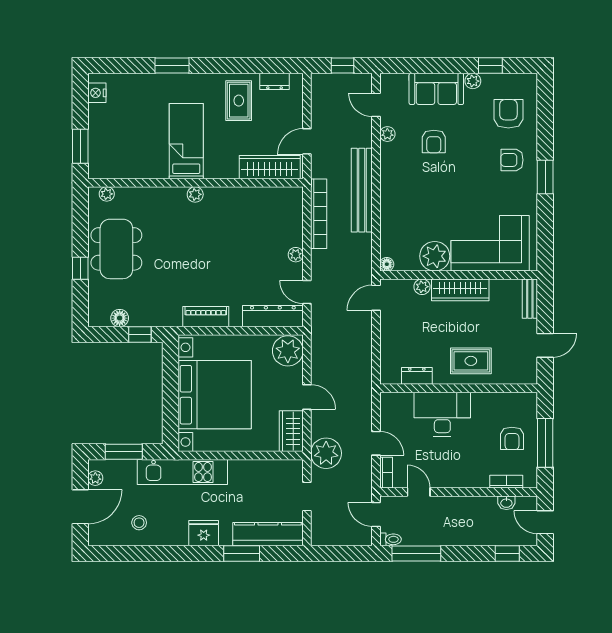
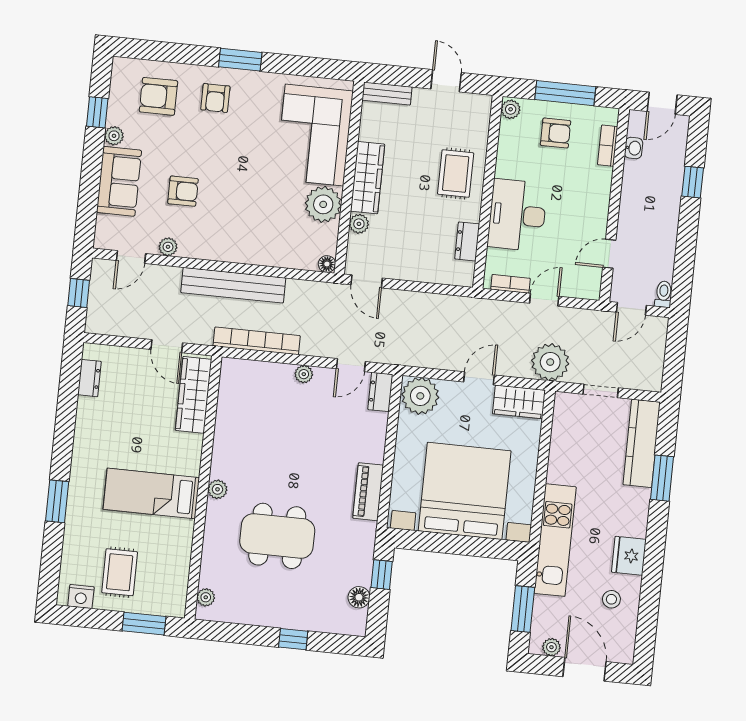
rug: (239, 101) -> (120, 572), moved, turned 90
dining table: (116, 249) -> (277, 536), moved
dresser: (273, 316) -> (380, 392), width x0.51, depth x0.80
plant: (527, 400) -> (511, 109), added
bookcase: (386, 473) -> (510, 284), moved
fridge: (204, 533) -> (629, 556), moved
window: (416, 554) -> (684, 264), removed
window: (507, 554) -> (693, 182), moved

